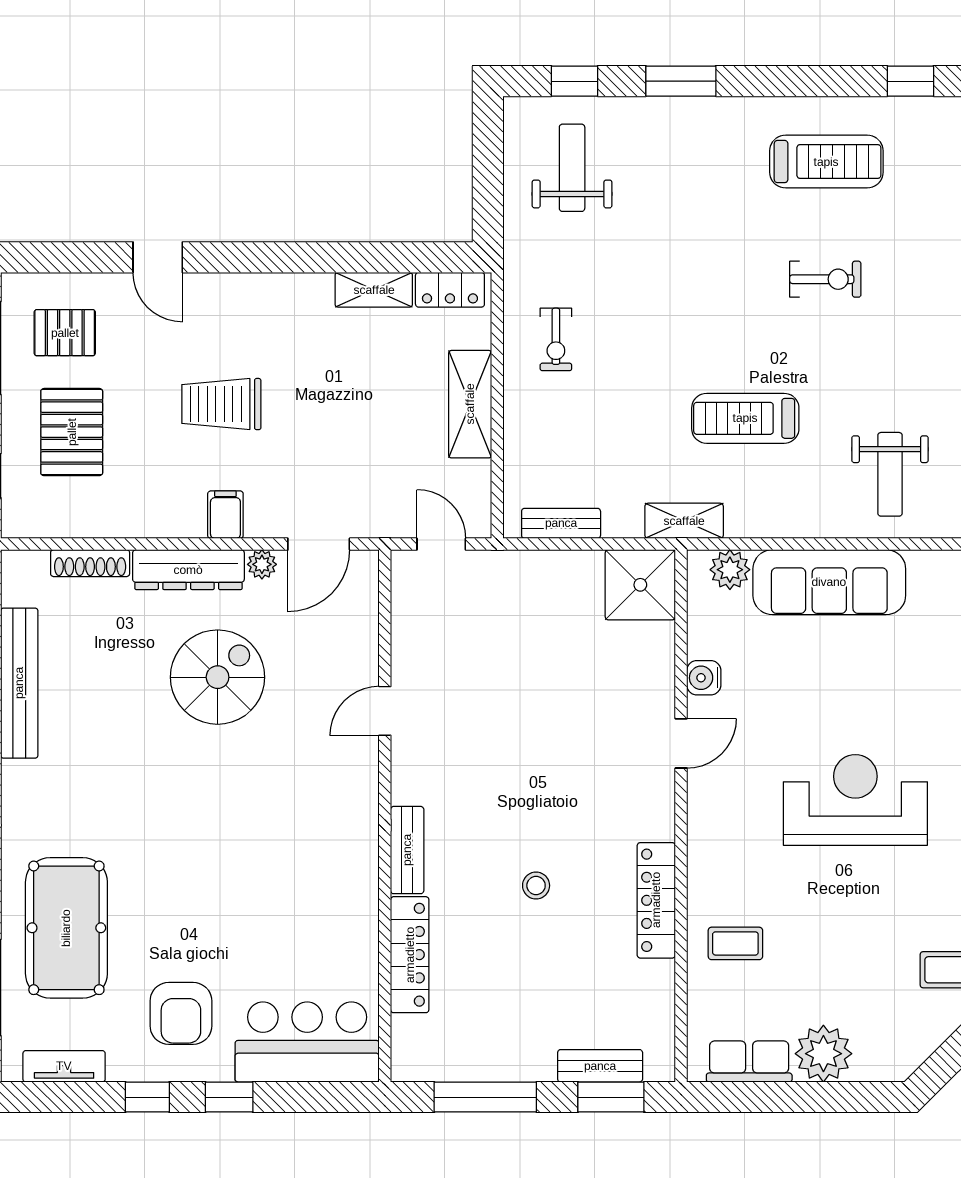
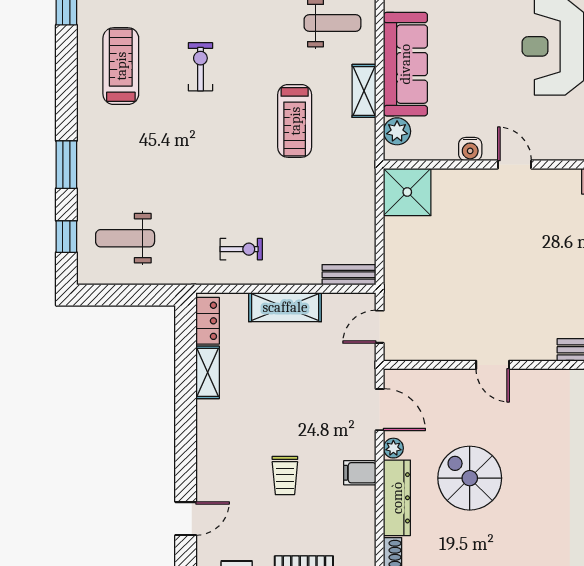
trolley: (221, 404) -> (285, 476), width x0.73, depth x0.72
shelving: (684, 521) -> (364, 91), moved
bench: (561, 523) -> (349, 275), moved, turned 90

